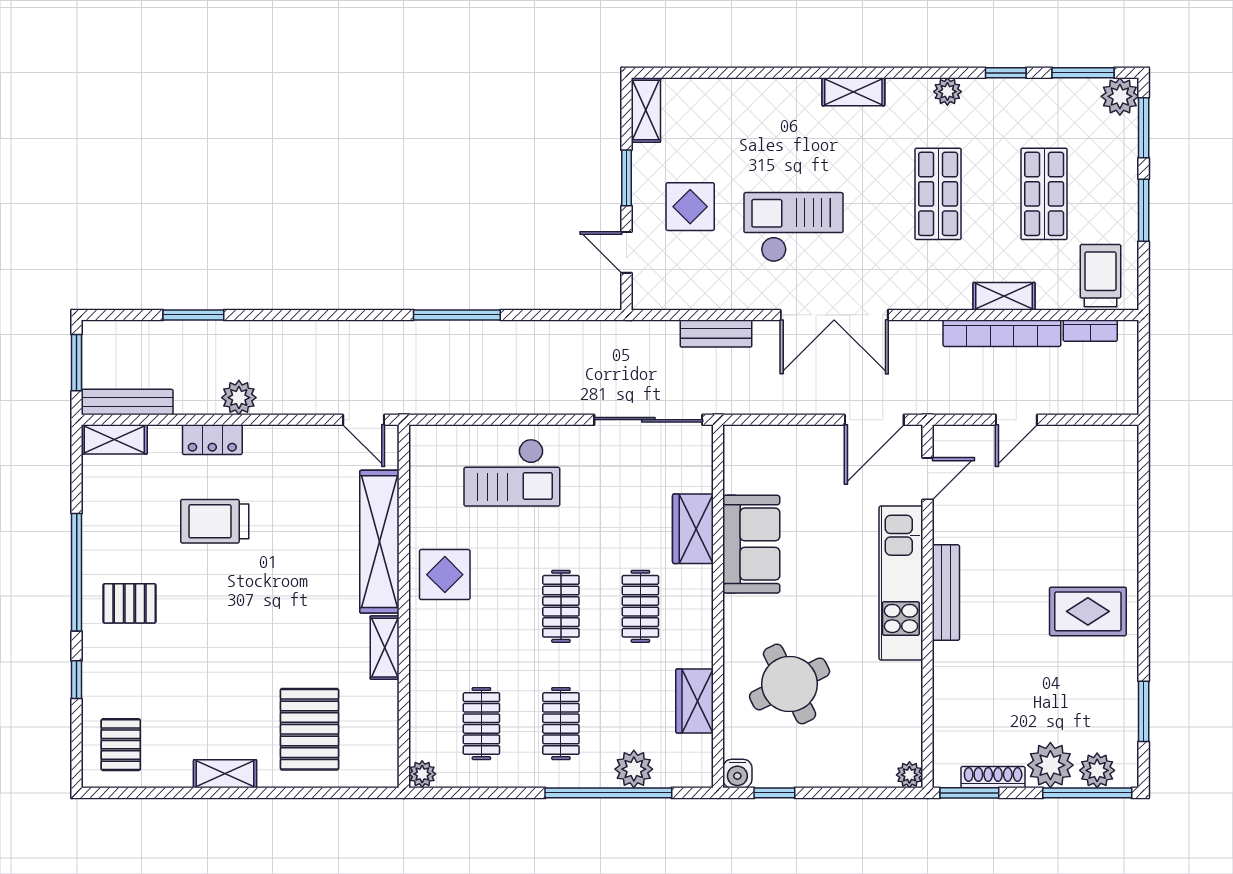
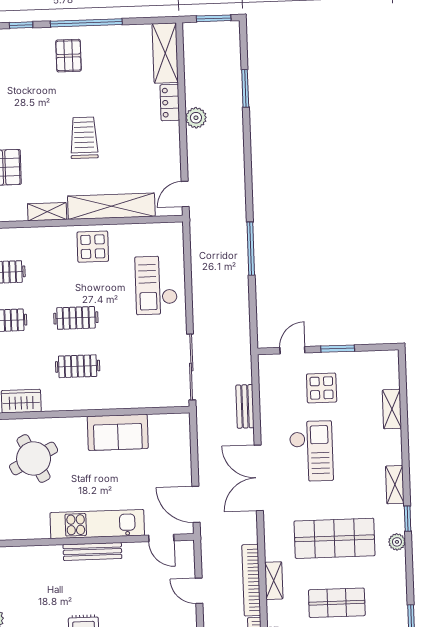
window: (1006, 73) -> (408, 519), moved
shelving: (646, 110) -> (392, 409), moved, turned 90
shop shelf: (938, 194) -> (335, 538), width x1.43, depth x1.36
bench: (127, 402) -> (191, 50), removed
shelving: (114, 439) -> (165, 53), width x1.50, depth x1.33
trolley: (215, 521) -> (84, 138), moved
wardrobe: (693, 529) -> (126, 396), removed

